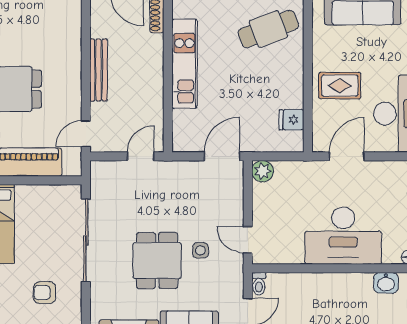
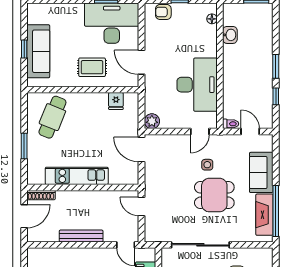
cafe table: (268, 29) -> (52, 117), turned 43
rug: (340, 86) -> (92, 67), turned 90
desk: (343, 236) -> (197, 85), moved

